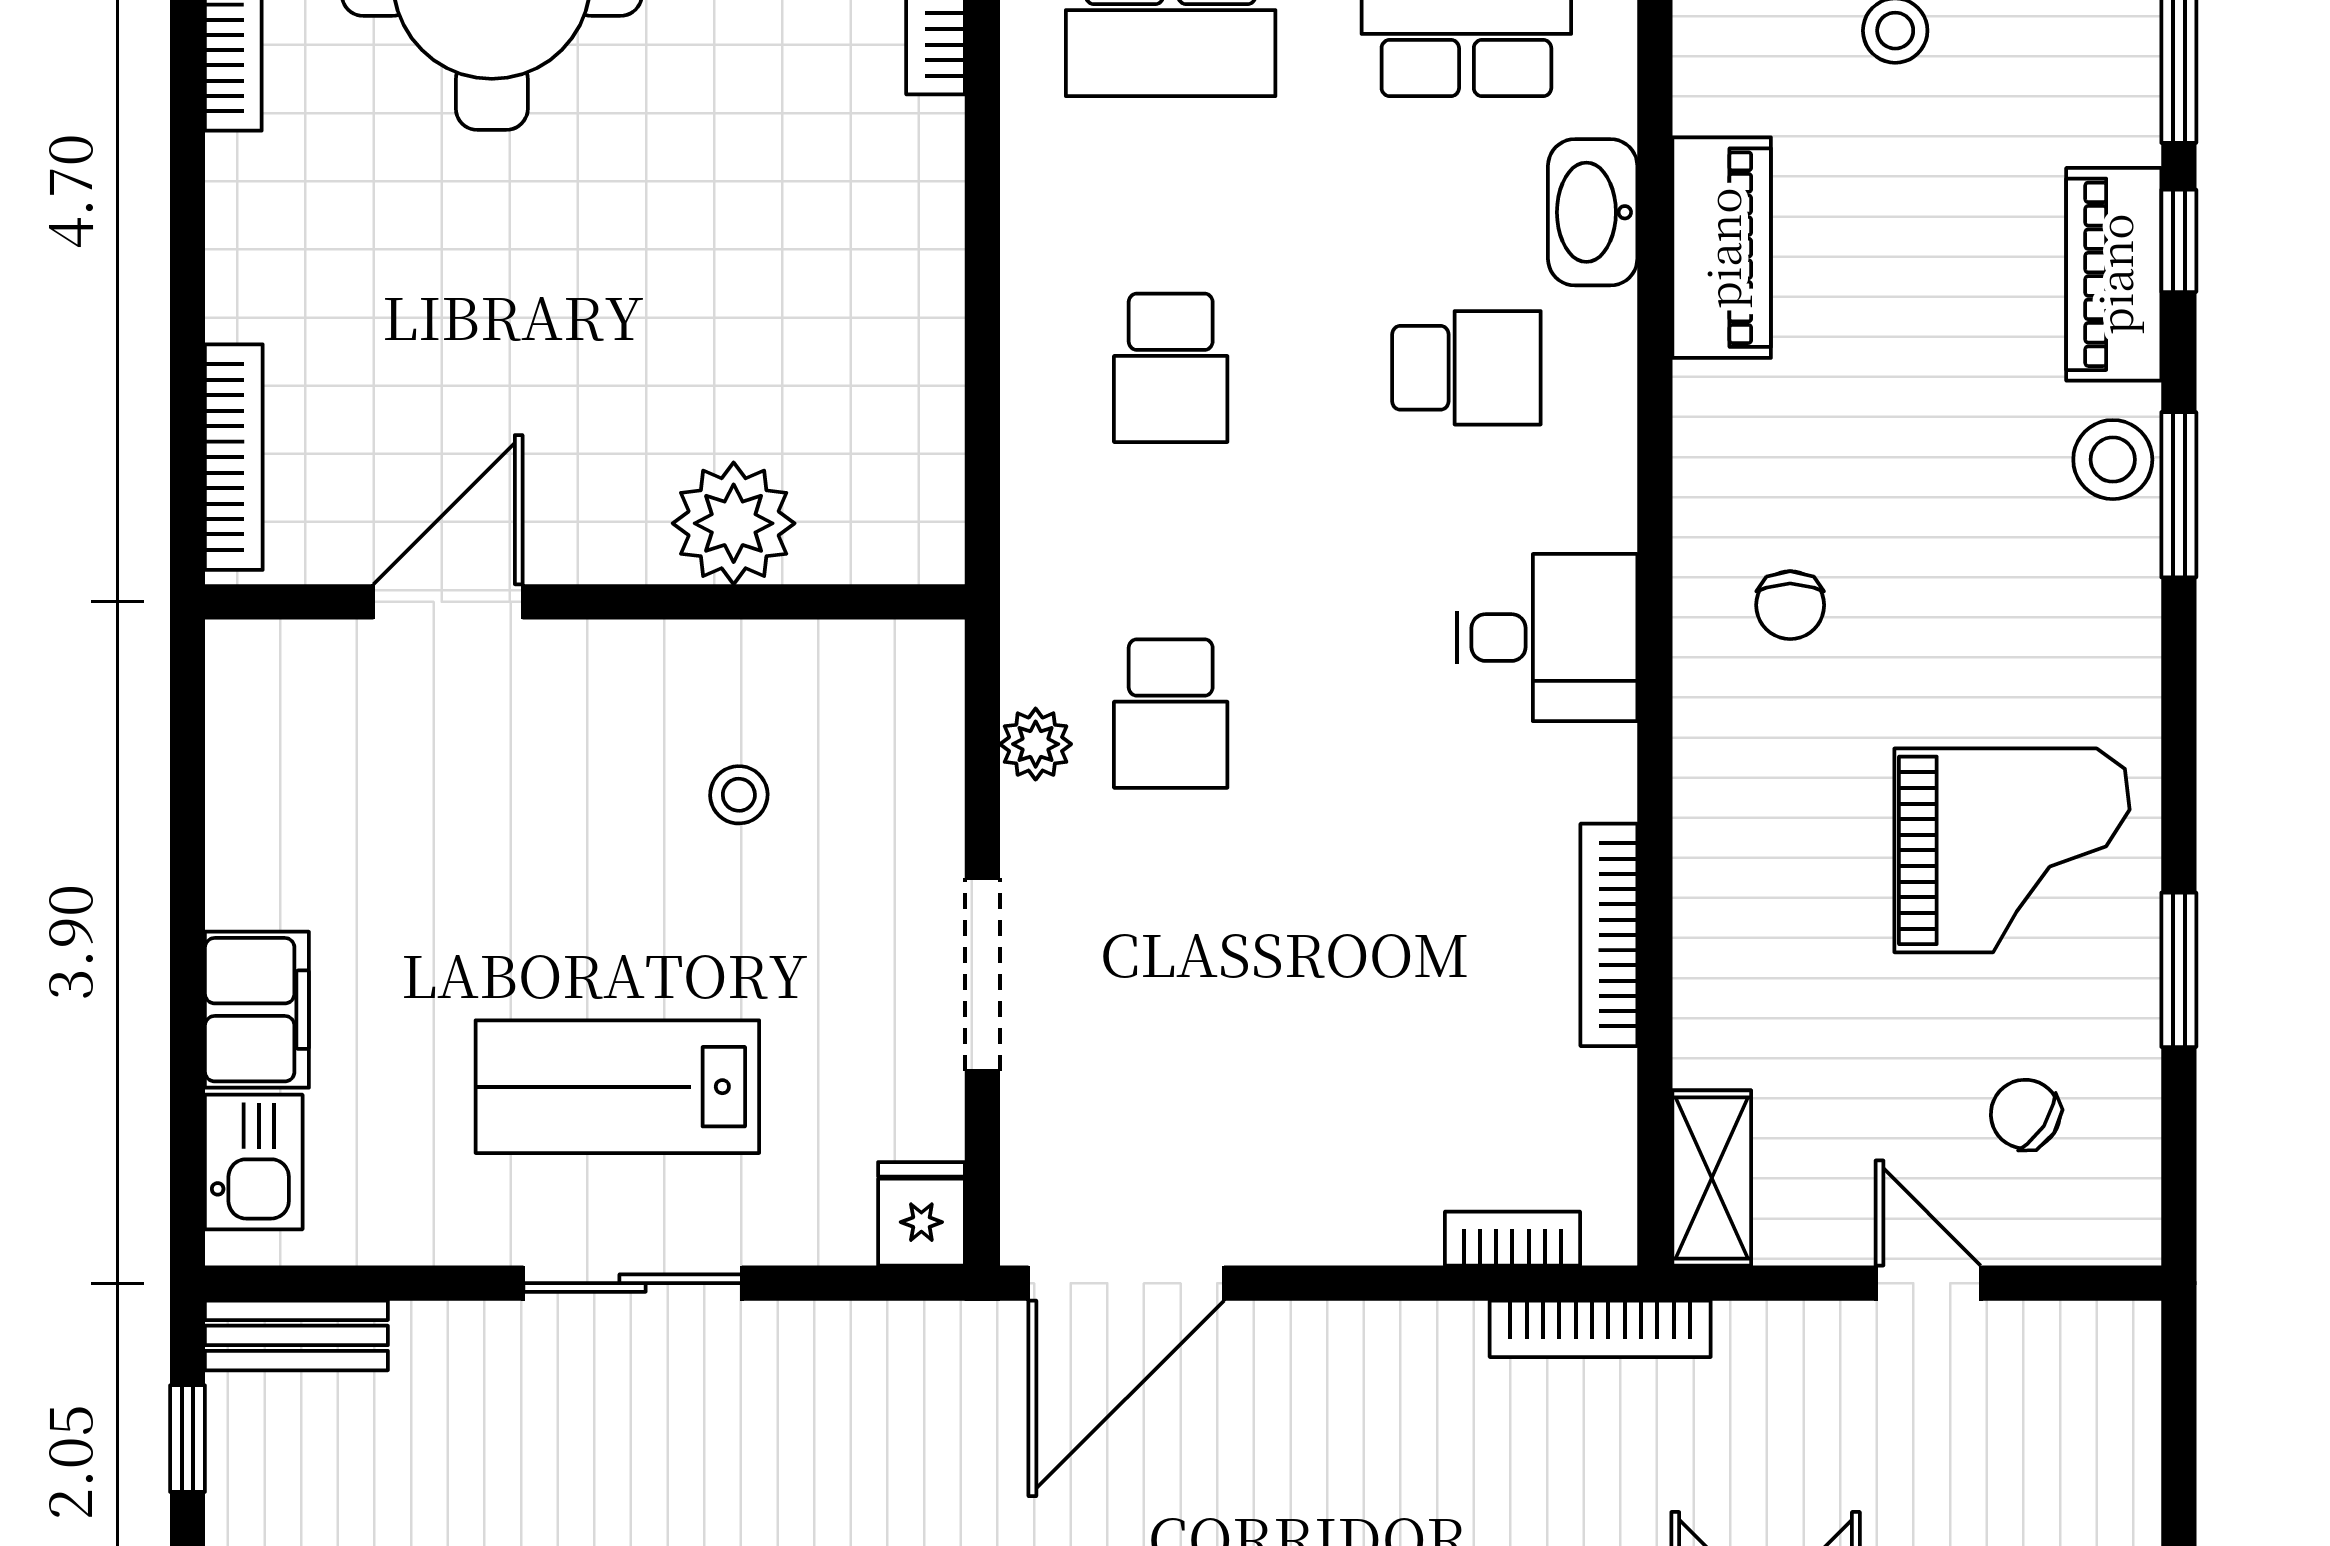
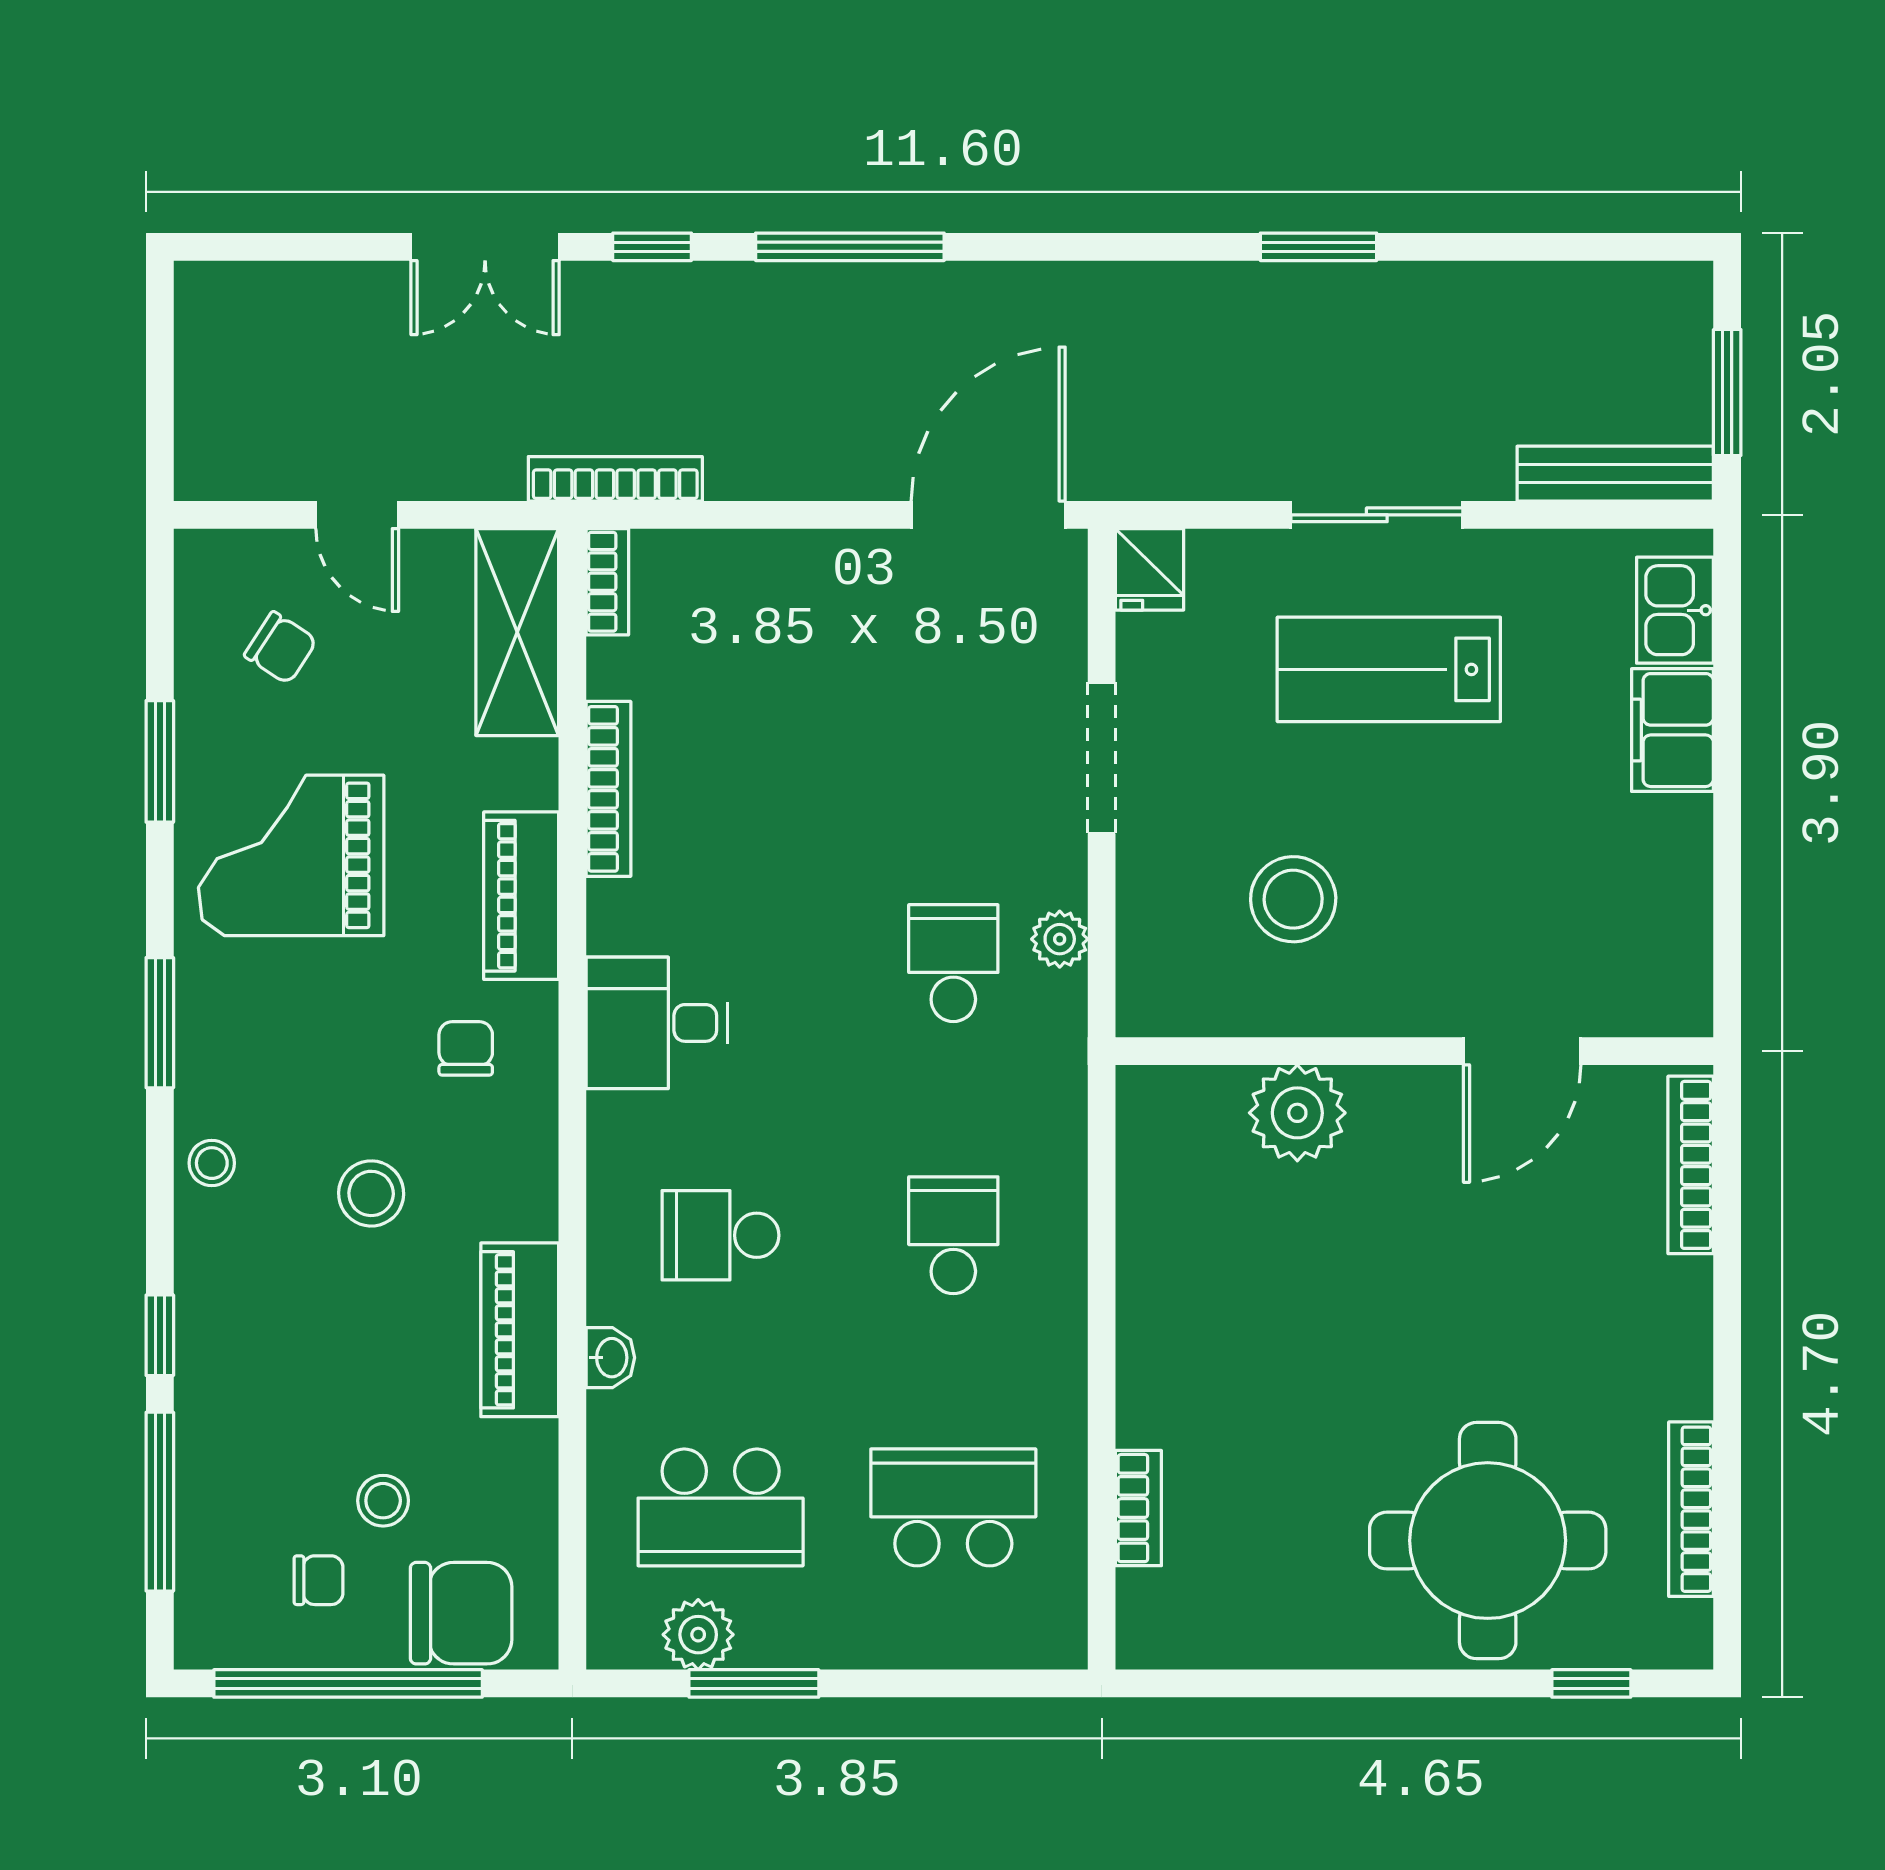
washbasin: (1593, 212) -> (610, 1358), width x0.52, depth x0.69
piano: (2114, 274) -> (521, 896), moved, turned 180
stool: (1910, 421) -> (371, 1193), added
stool: (2113, 460) -> (212, 1163), width x0.73, depth x0.73
window: (2179, 495) -> (160, 1023), moved
stool: (739, 795) -> (1293, 899), width x1.89, depth x1.89
lab bench: (617, 1087) -> (1389, 669), turned 180
shelving: (1712, 1178) -> (517, 632), width x1.50, depth x1.33
bookcase: (1512, 1239) -> (607, 582), moved, turned -90
bench: (296, 1335) -> (1615, 474), width x1.36
window: (188, 1439) -> (1727, 393), width x1.50

